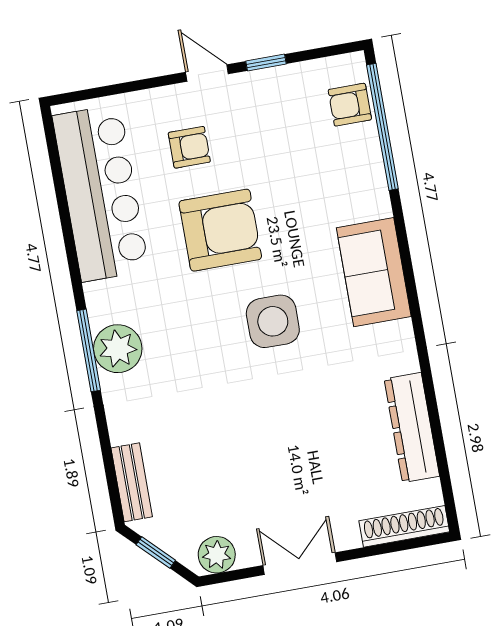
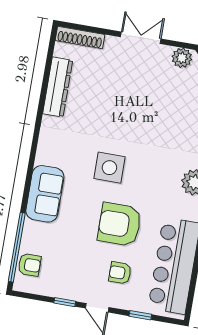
window: (128, 87) -> (140, 315), added
sofa: (374, 272) -> (45, 194), moved
double door: (300, 564) -> (141, 38), swing flipped

